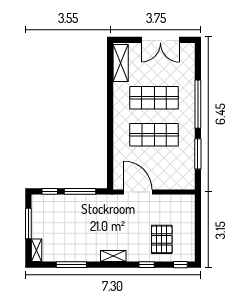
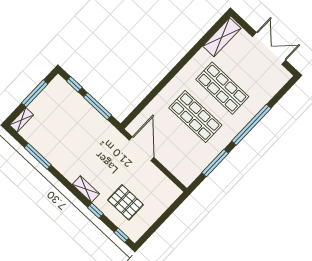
double door: (160, 40) -> (269, 48), swing flipped
pallet: (162, 239) -> (125, 202), turned 90
shelving: (113, 256) -> (86, 189), moved

